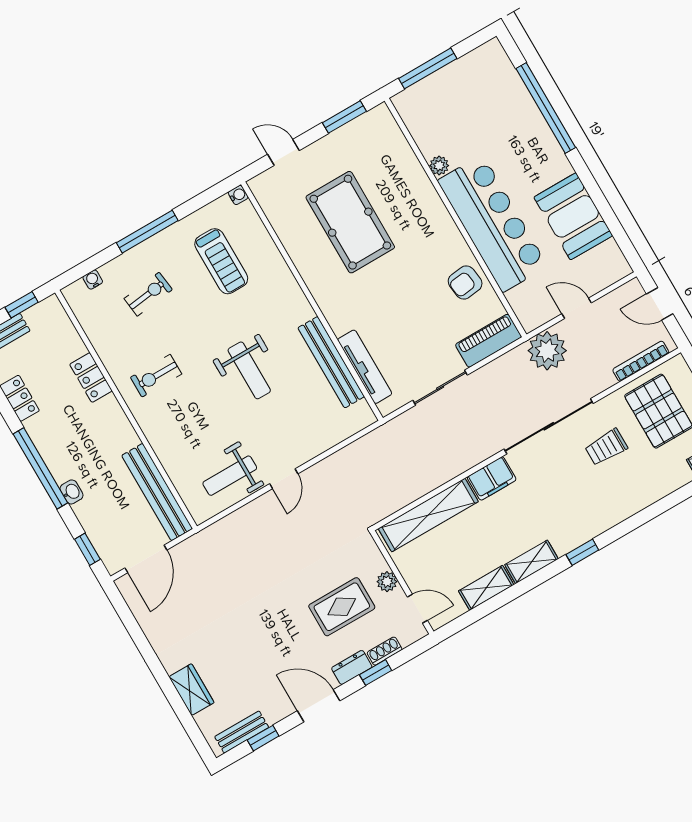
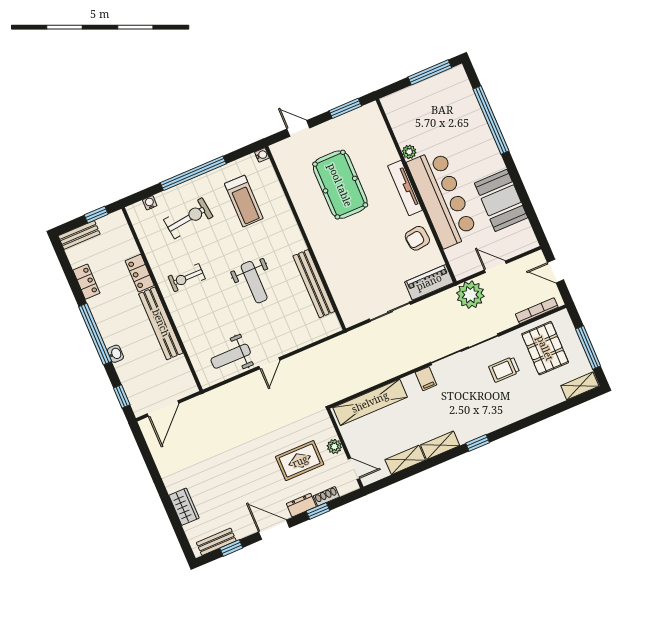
window: (428, 68) -> (430, 72), moved
window: (147, 232) -> (193, 173), width x1.46
exercise bike: (148, 294) -> (188, 218), width x1.38, depth x1.39
tv unit: (365, 367) -> (405, 188), moved, turned 180
filing cabinet: (492, 478) -> (426, 379), width x0.50
bench: (157, 492) -> (161, 323), moved

